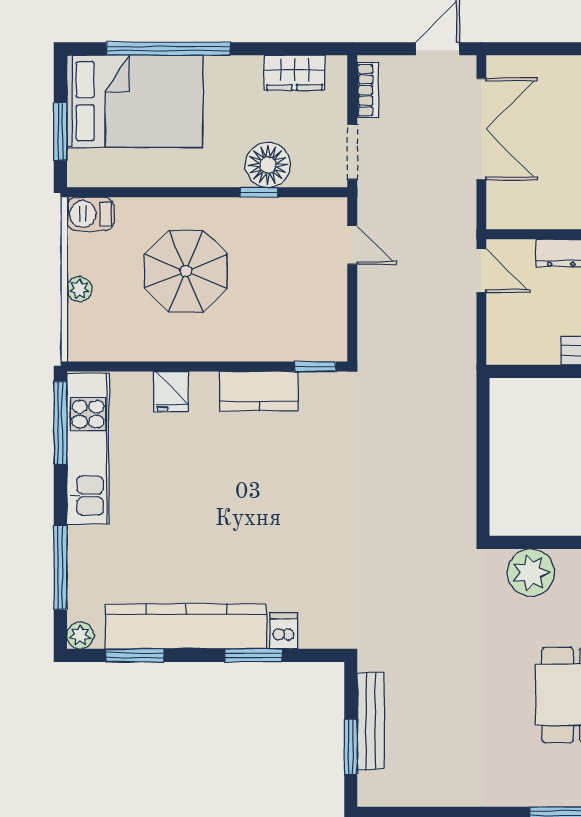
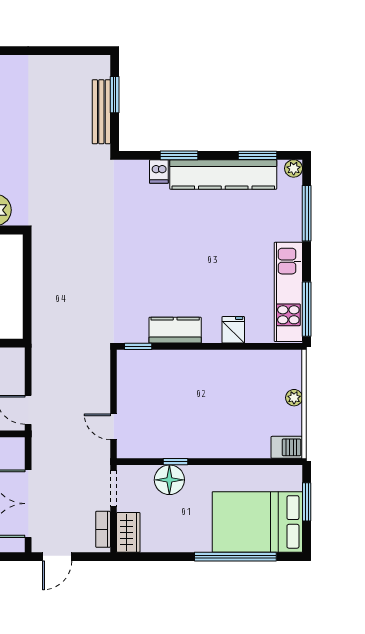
wardrobe: (295, 73) -> (128, 532), moved, turned 90
parasol: (186, 271) -> (224, 409), removed

